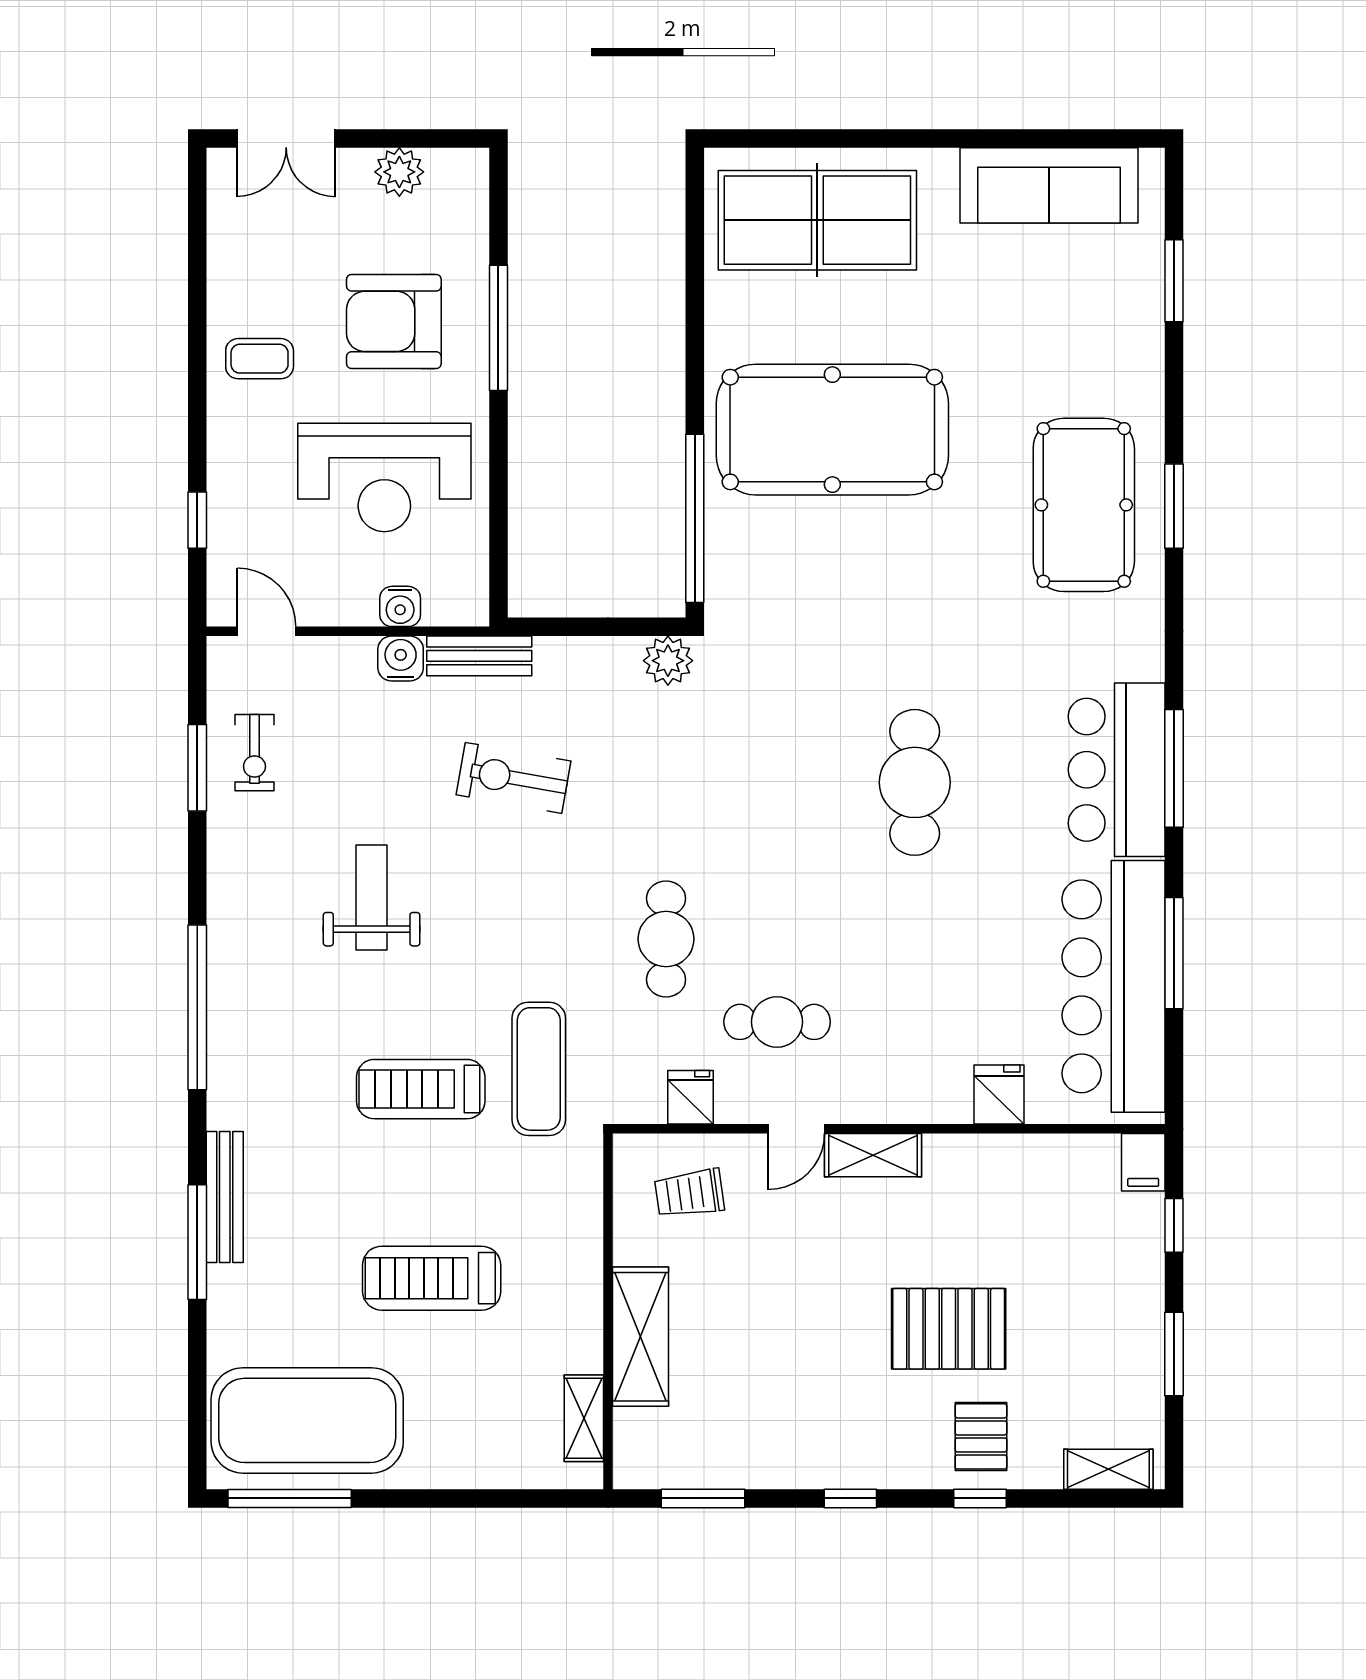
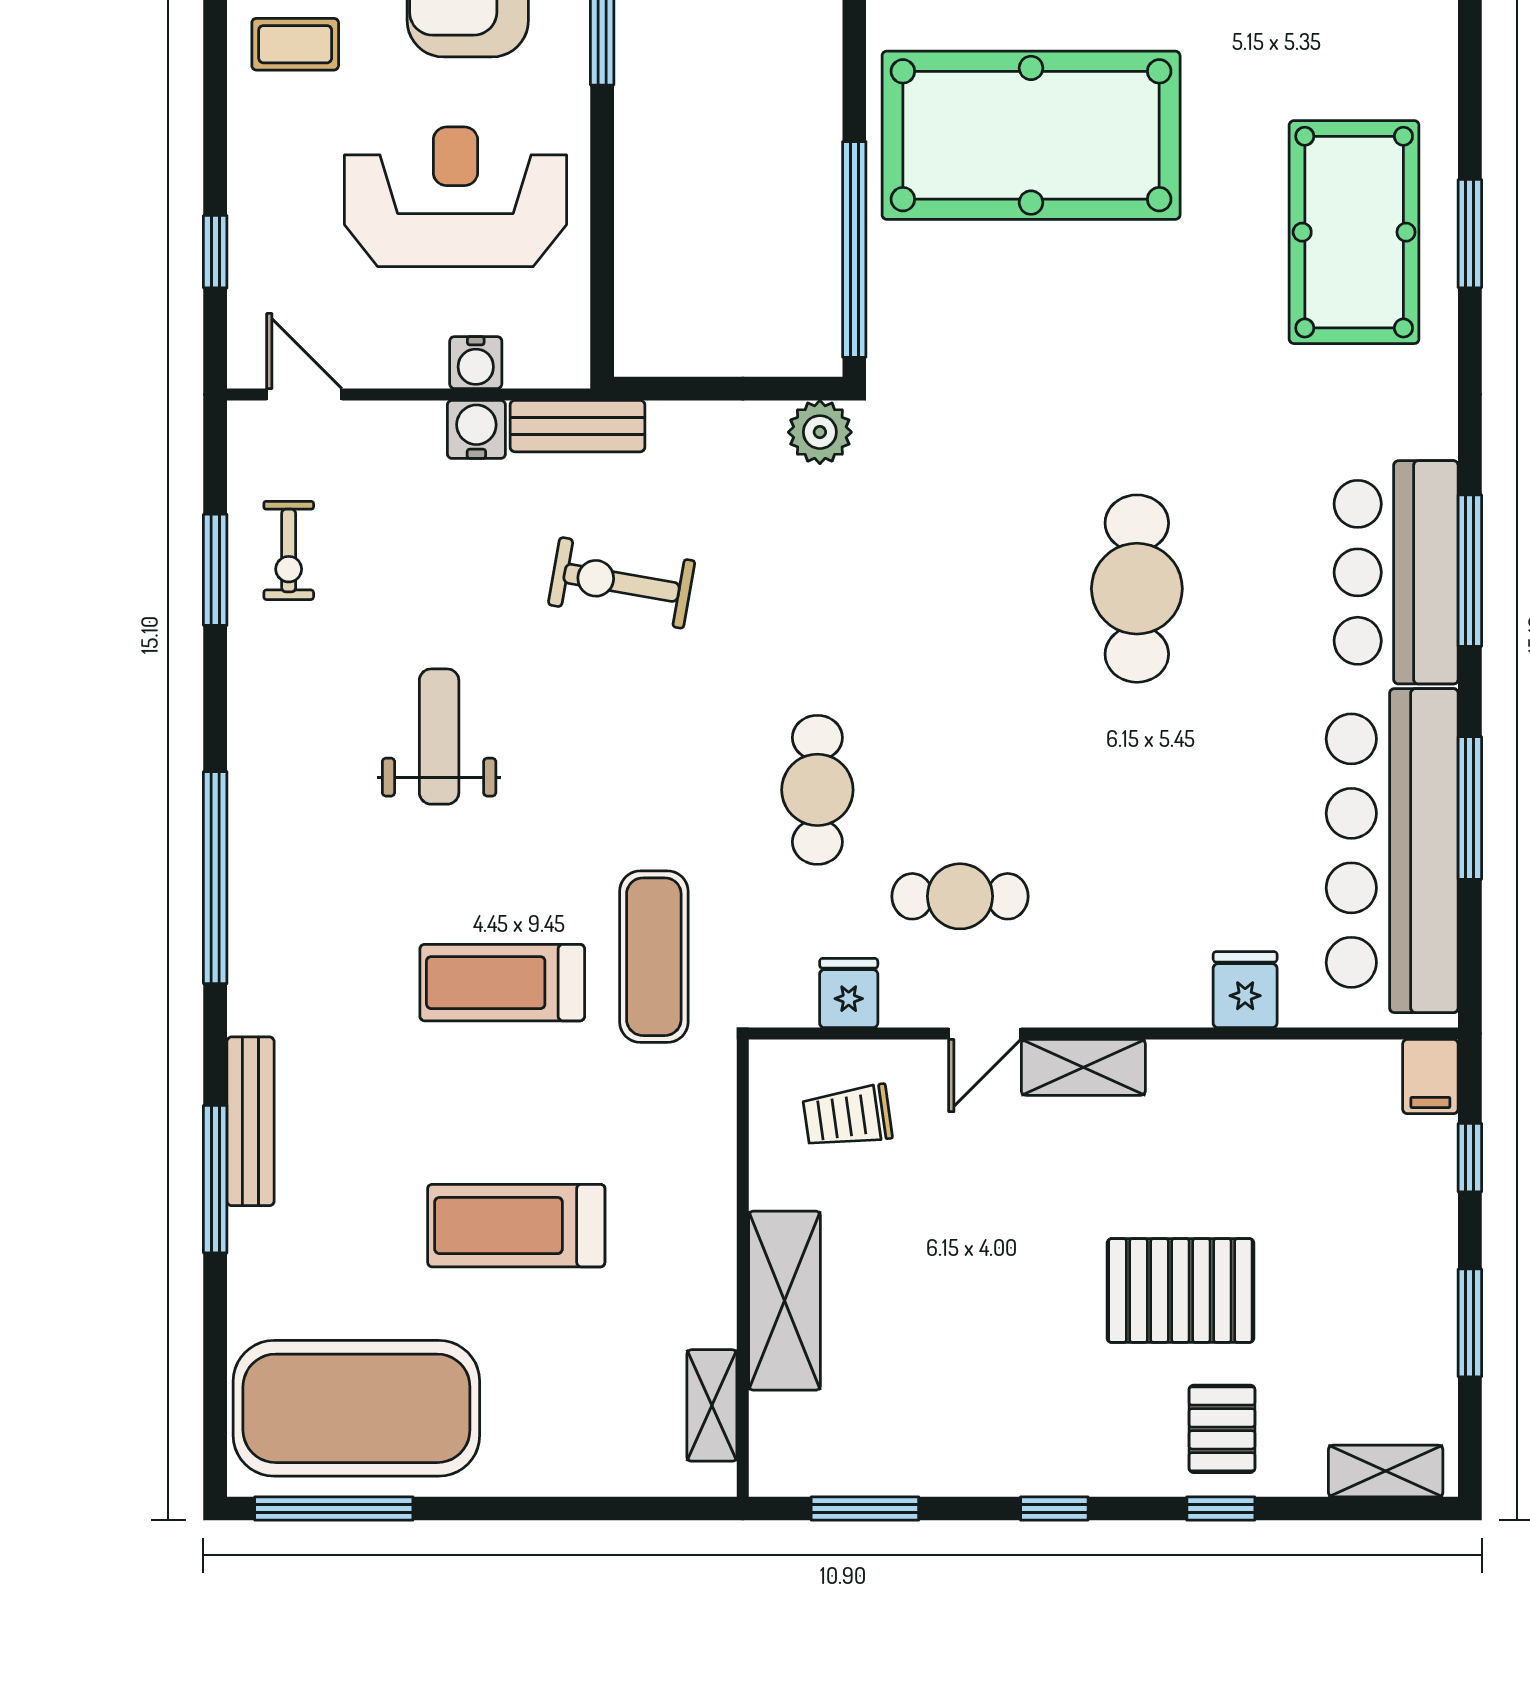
reception desk: (384, 477) -> (455, 197), turned 180

